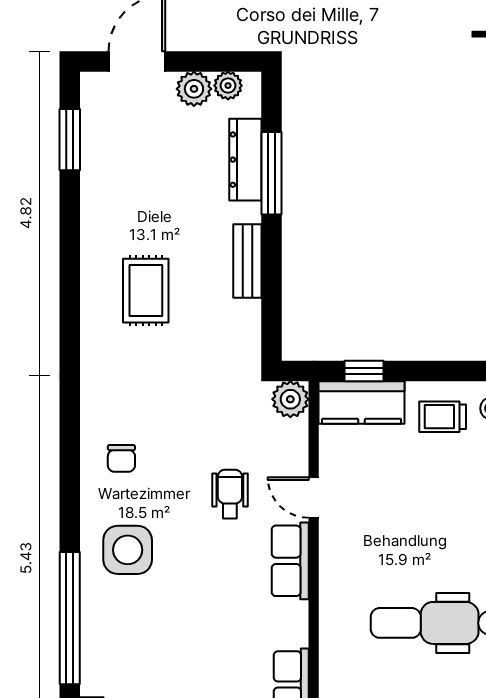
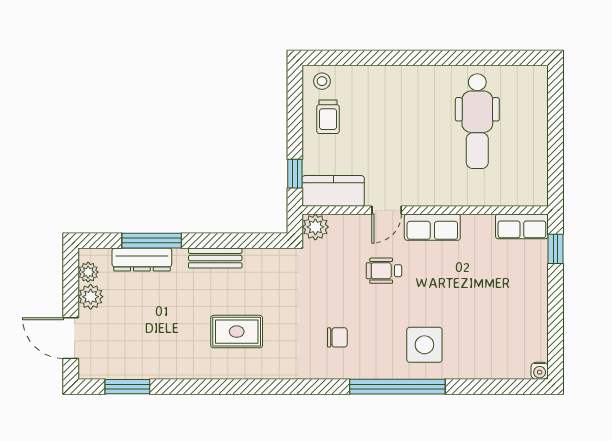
kitchen counter: (361, 402) -> (333, 191), moved, turned -90
chair: (121, 458) -> (337, 337), moved
window: (70, 618) -> (397, 387), moved

